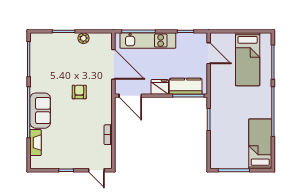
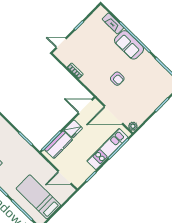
plant: (84, 38) -> (133, 126), moved

